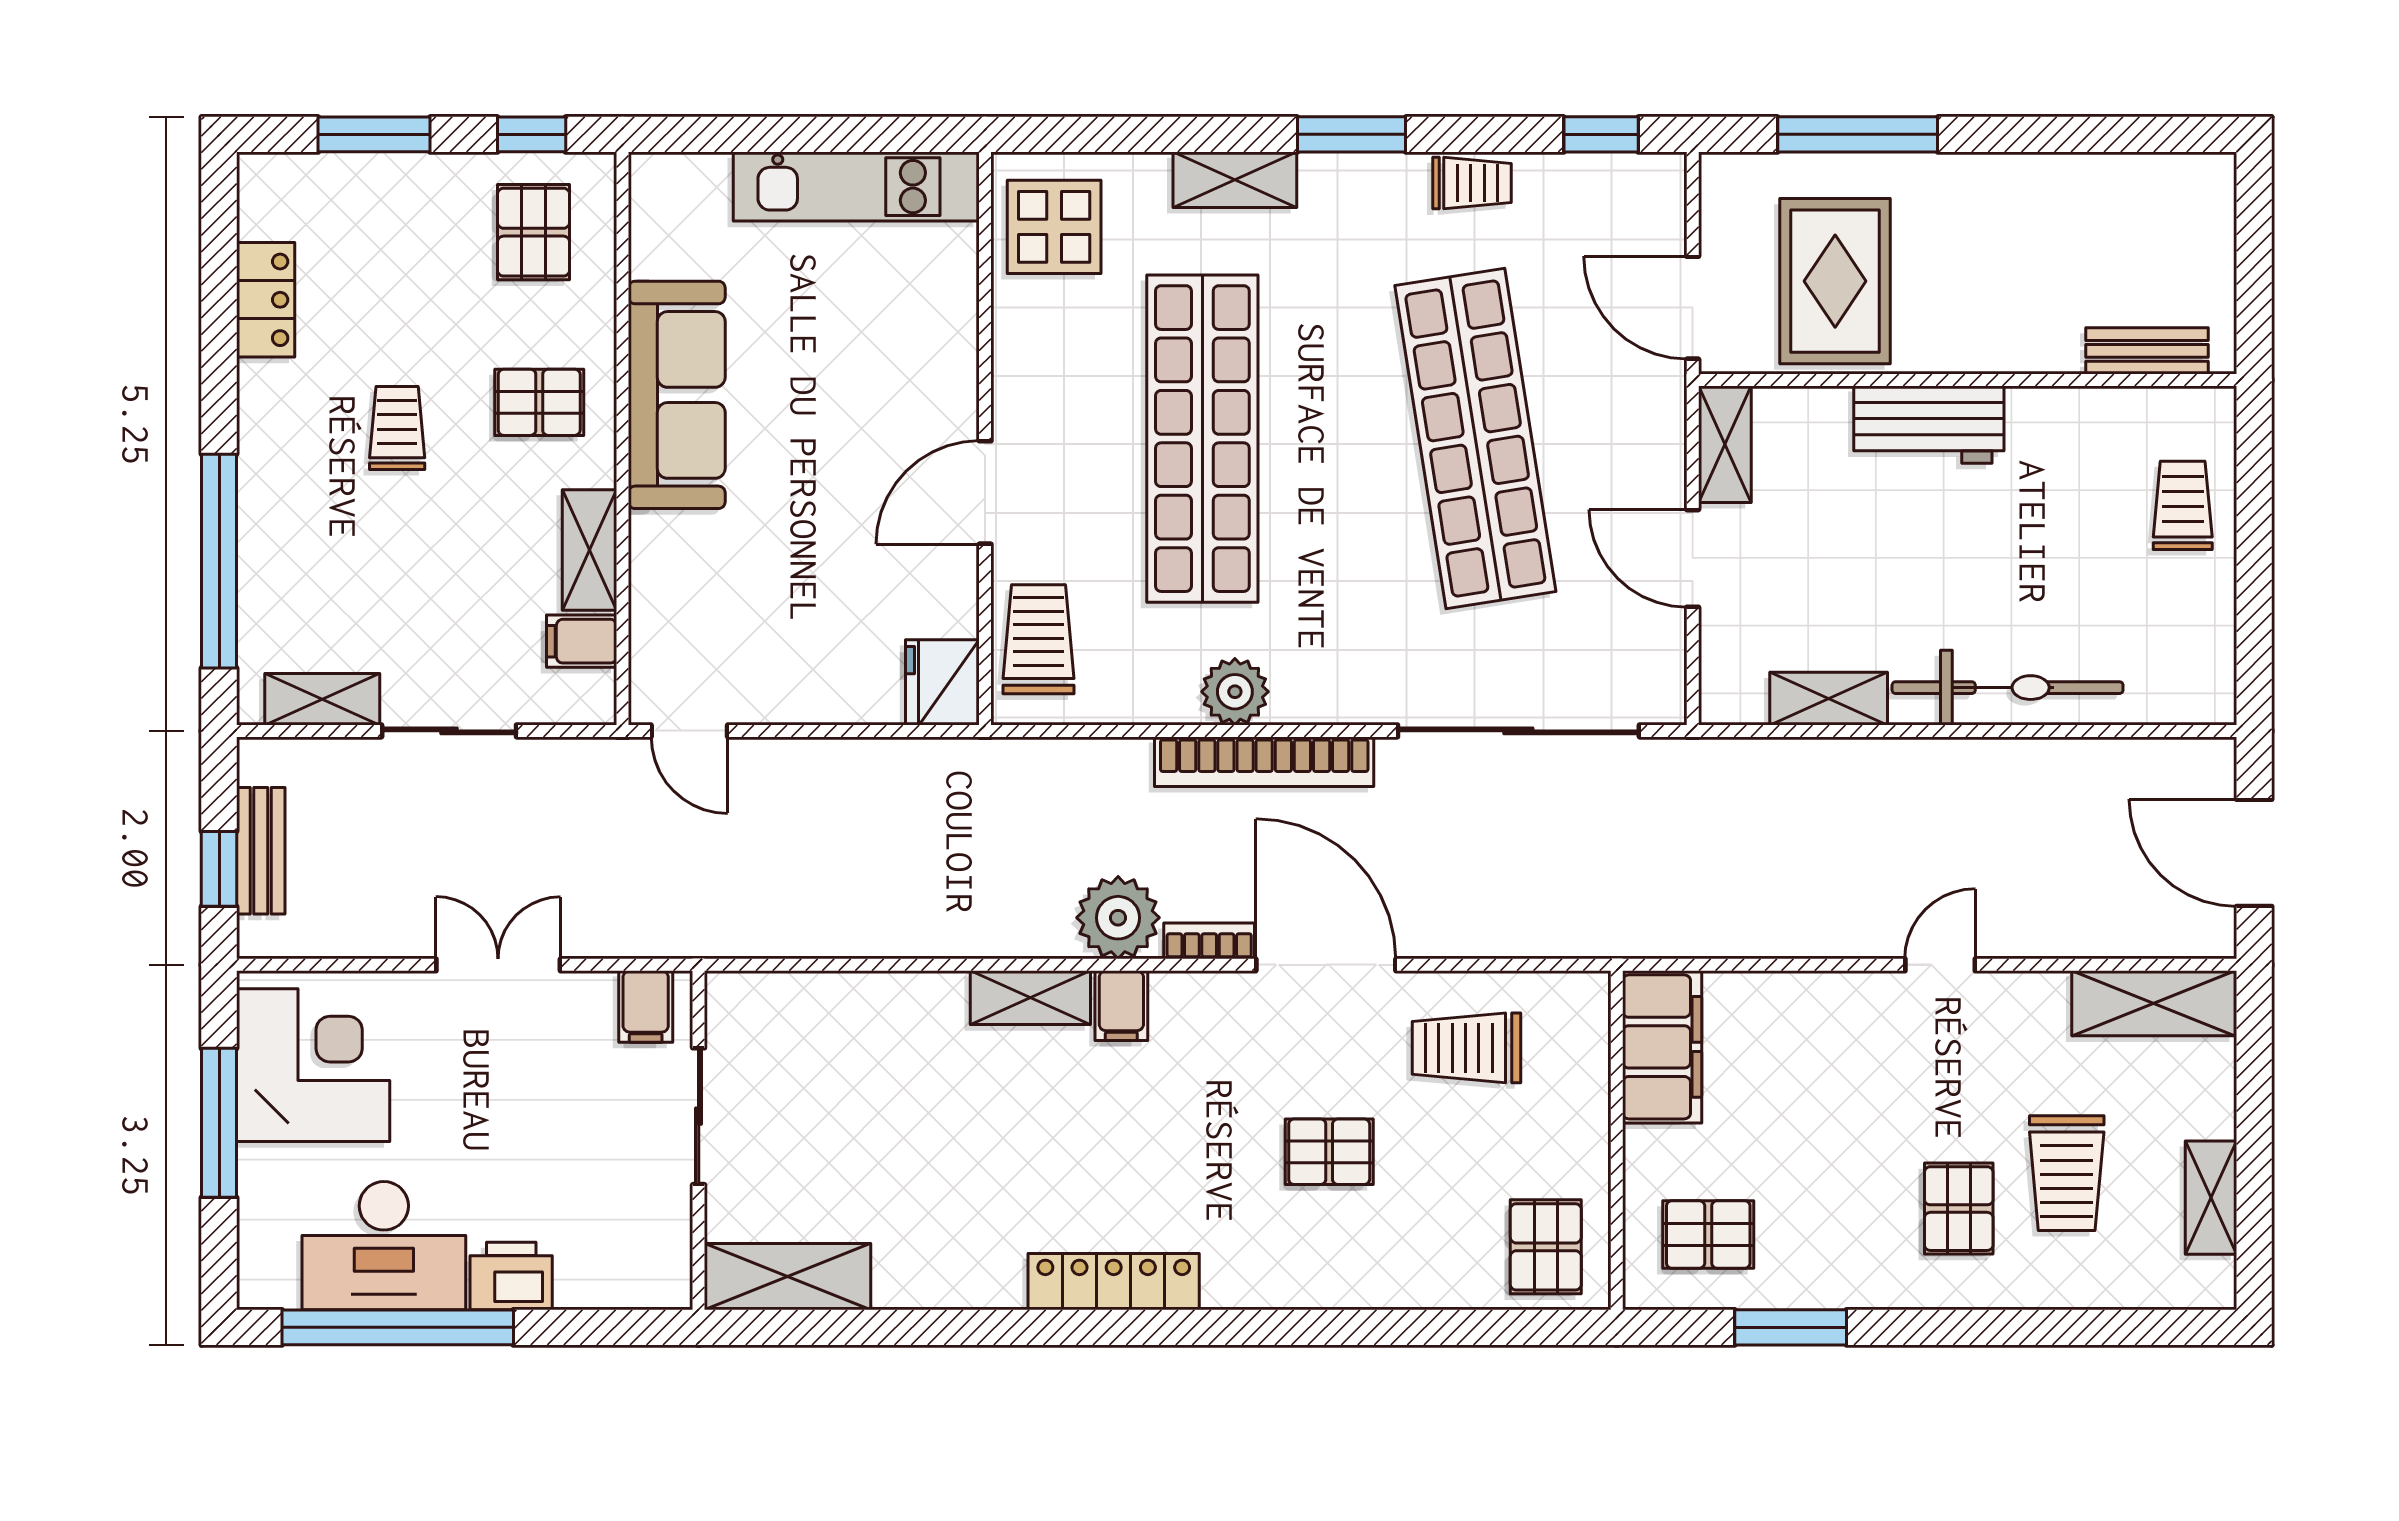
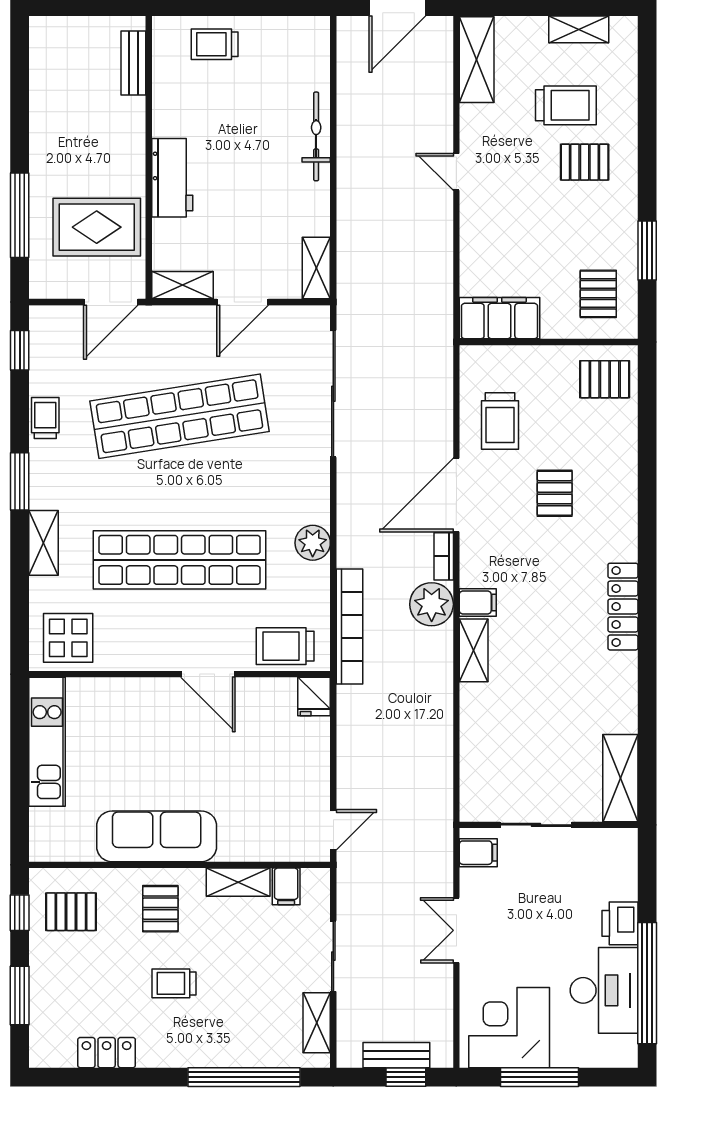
fridge: (942, 682) -> (314, 697), width x0.72
bicycle: (2008, 688) -> (316, 136), width x0.73, depth x0.71
shelving: (1829, 699) -> (316, 268), moved
bookcase: (1264, 762) -> (349, 627), moved

